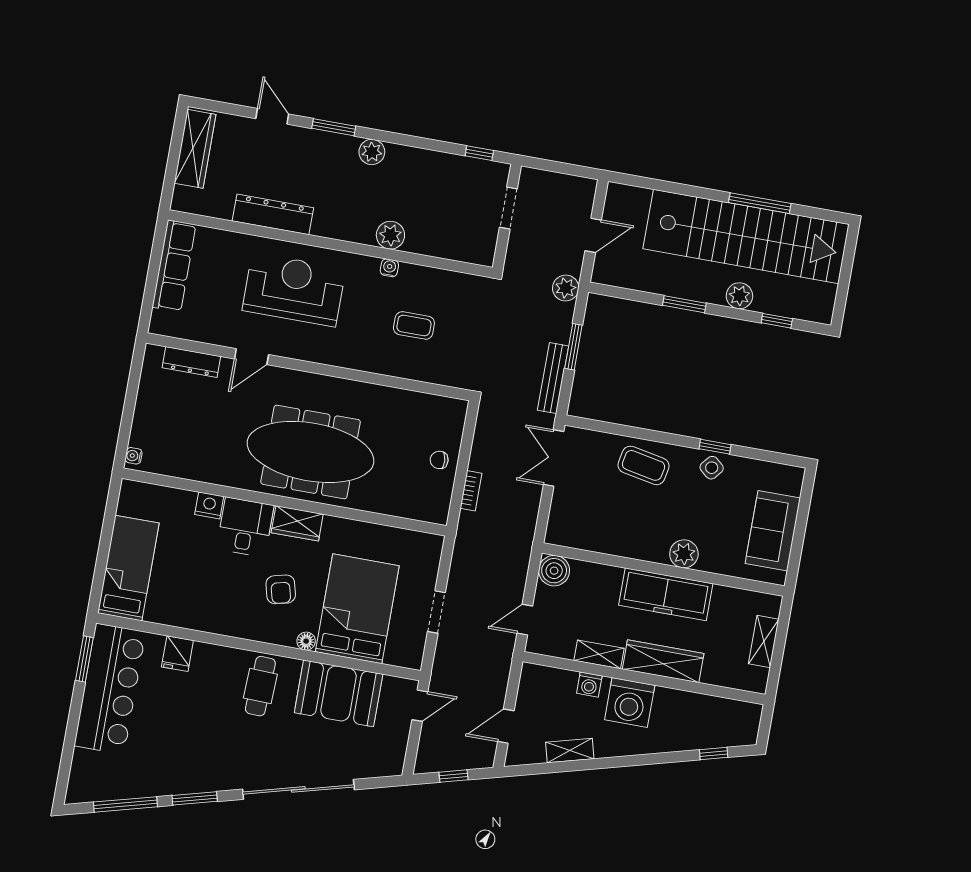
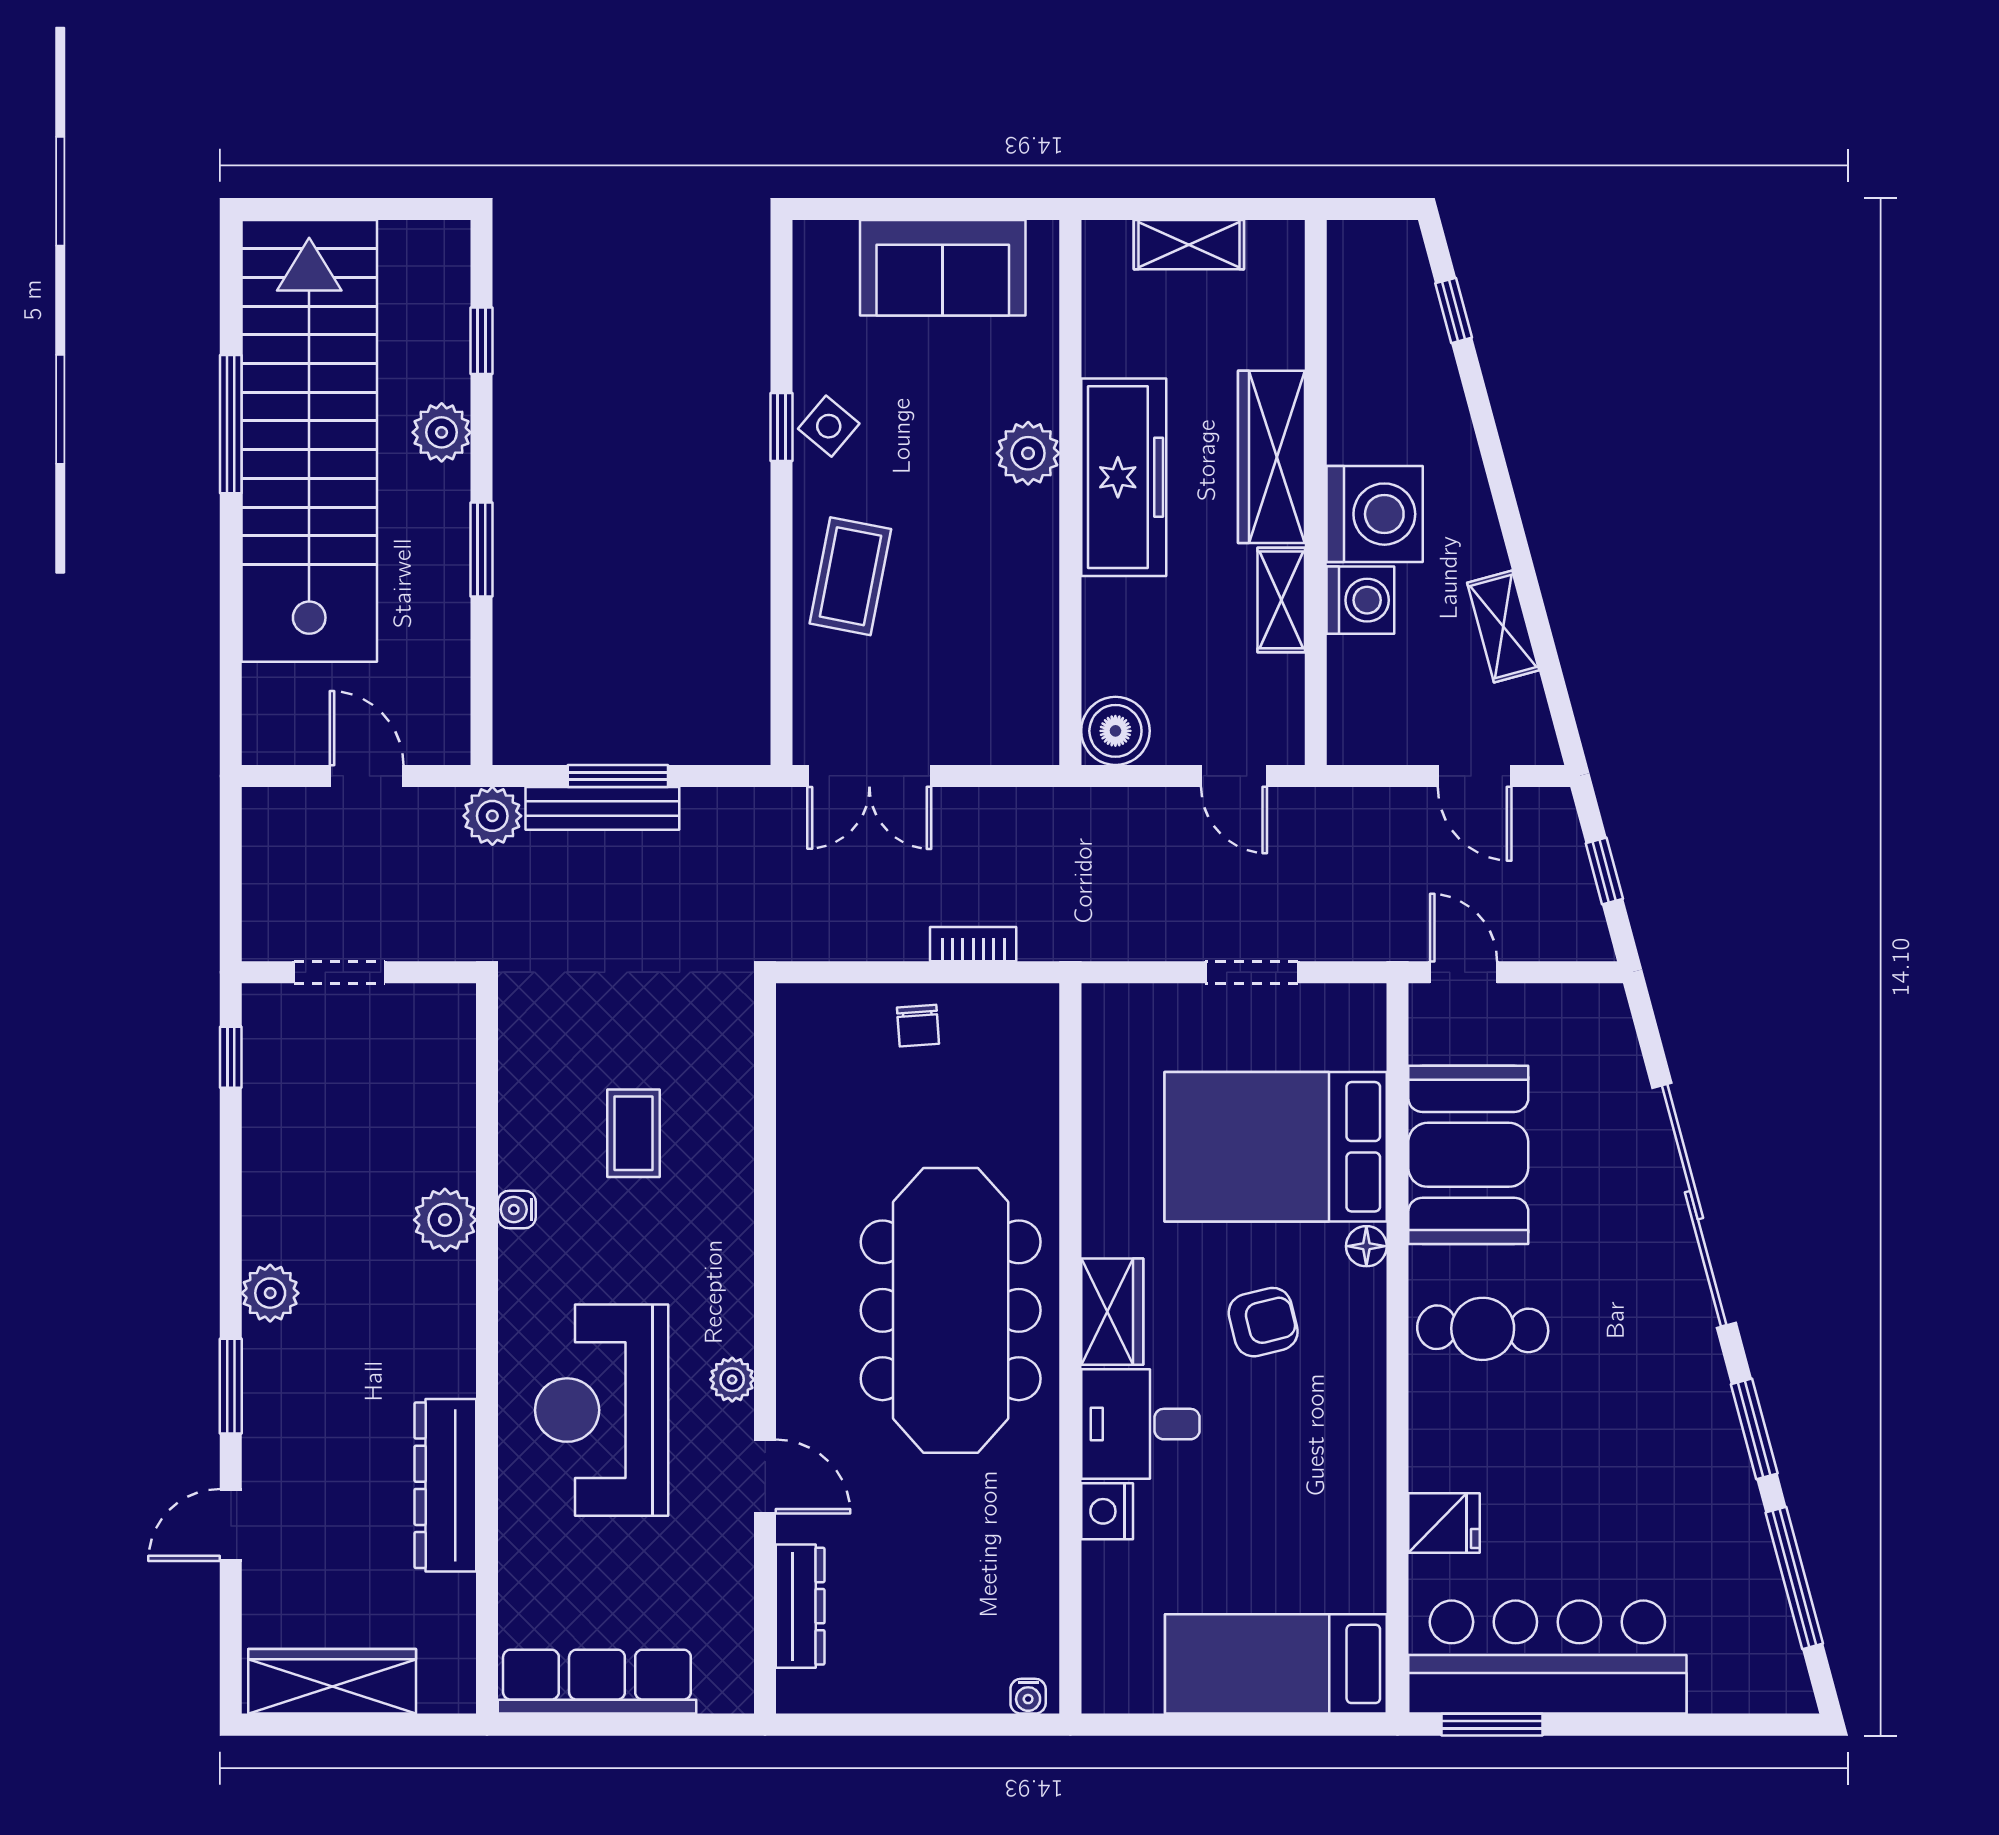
plant: (297, 350) -> (732, 1380), added
bench: (553, 378) -> (602, 808), moved
washing machine: (589, 685) -> (1360, 600), width x1.38, depth x1.38

